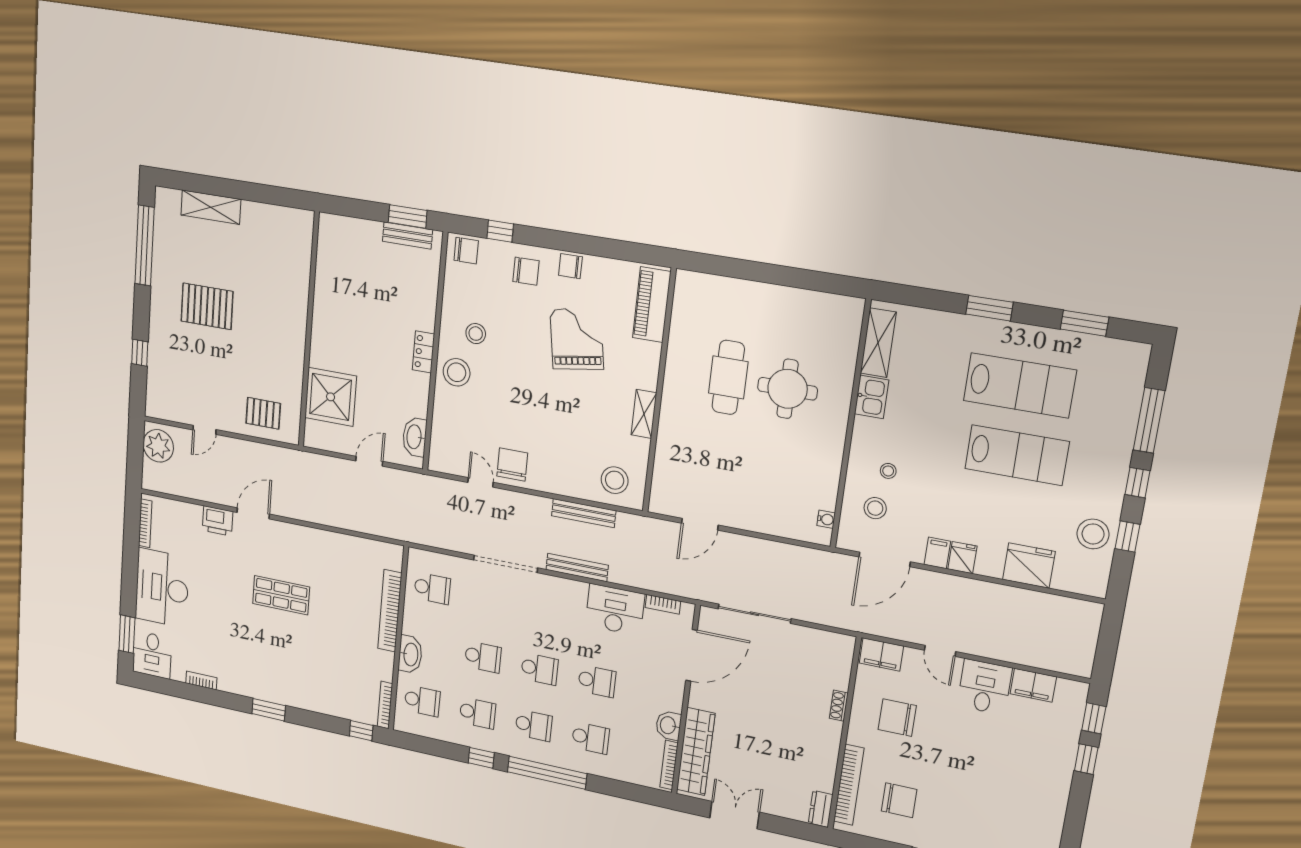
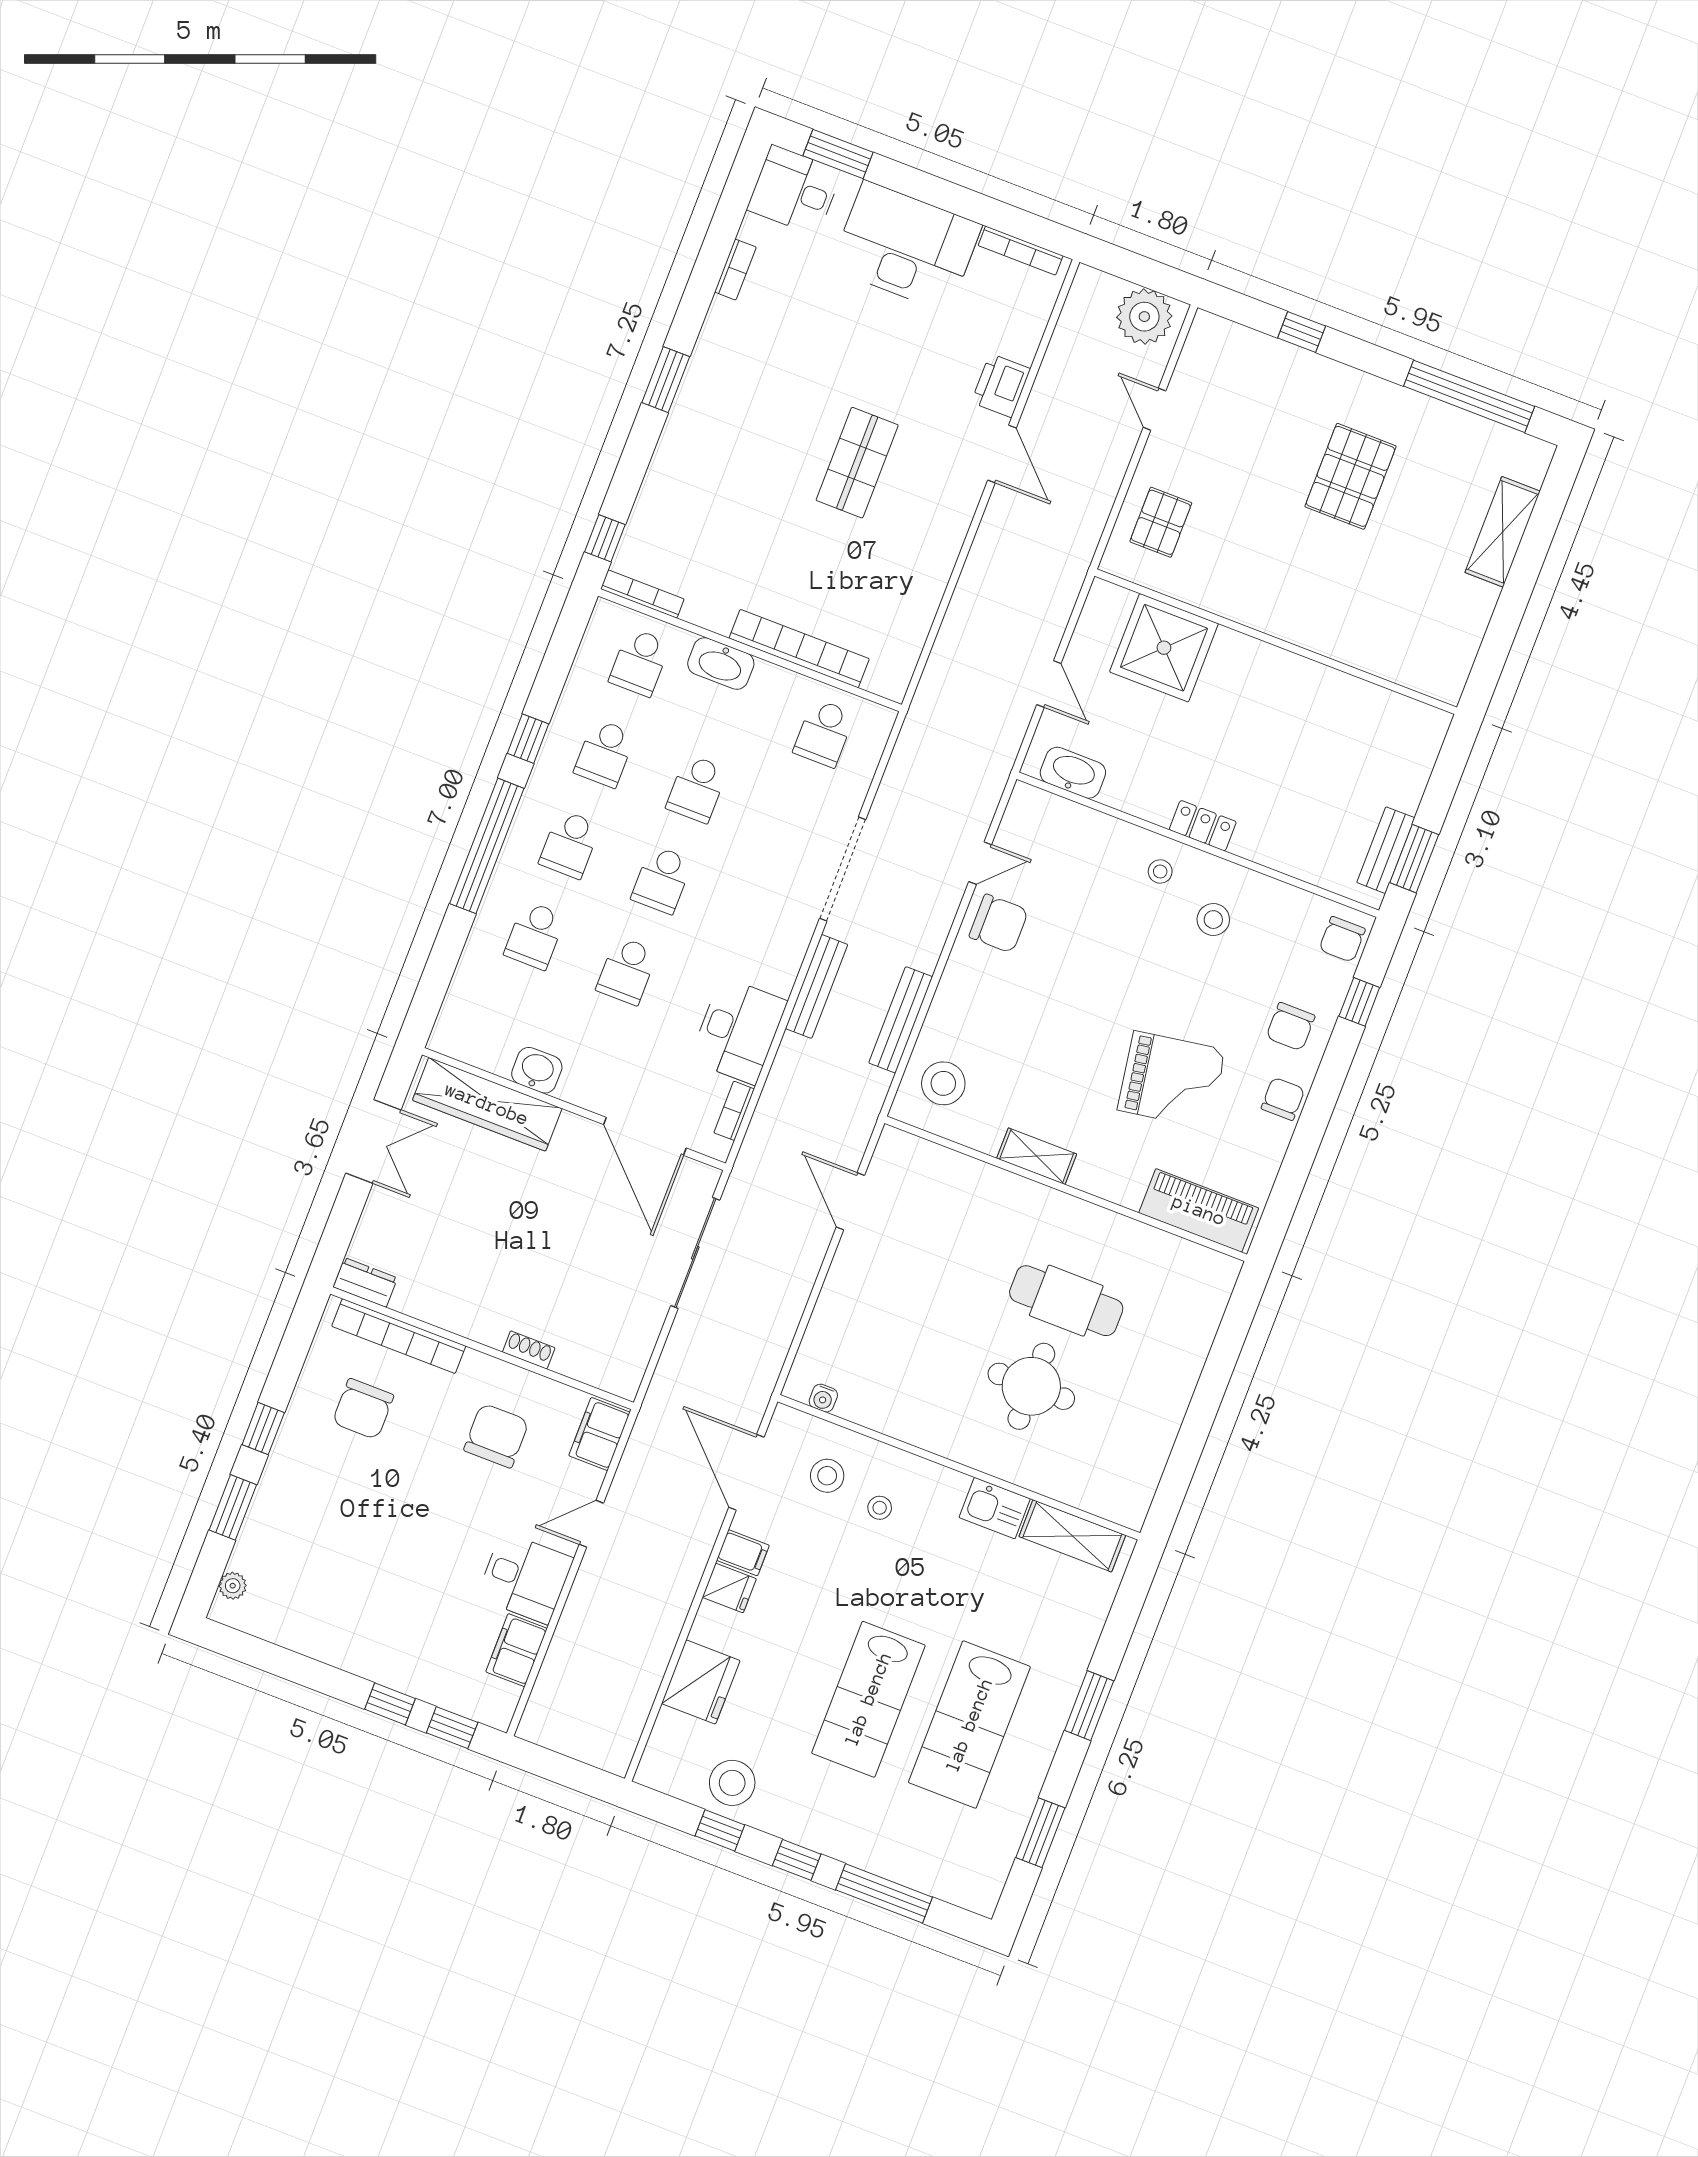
stool: (457, 372) -> (1160, 871), width x0.53, depth x0.53
bookcase: (669, 765) -> (471, 1055), removed

